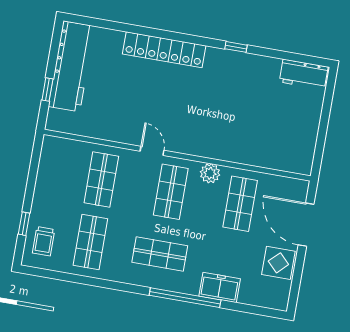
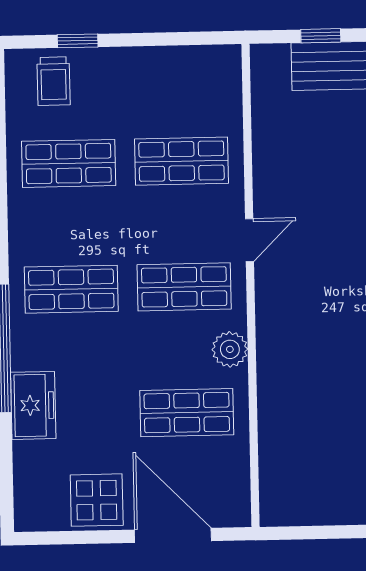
door: (306, 225) -> (173, 535), hinge flipped
trolley: (44, 241) -> (54, 81), turned -90
shop shelf: (160, 254) -> (71, 289), turned 90

